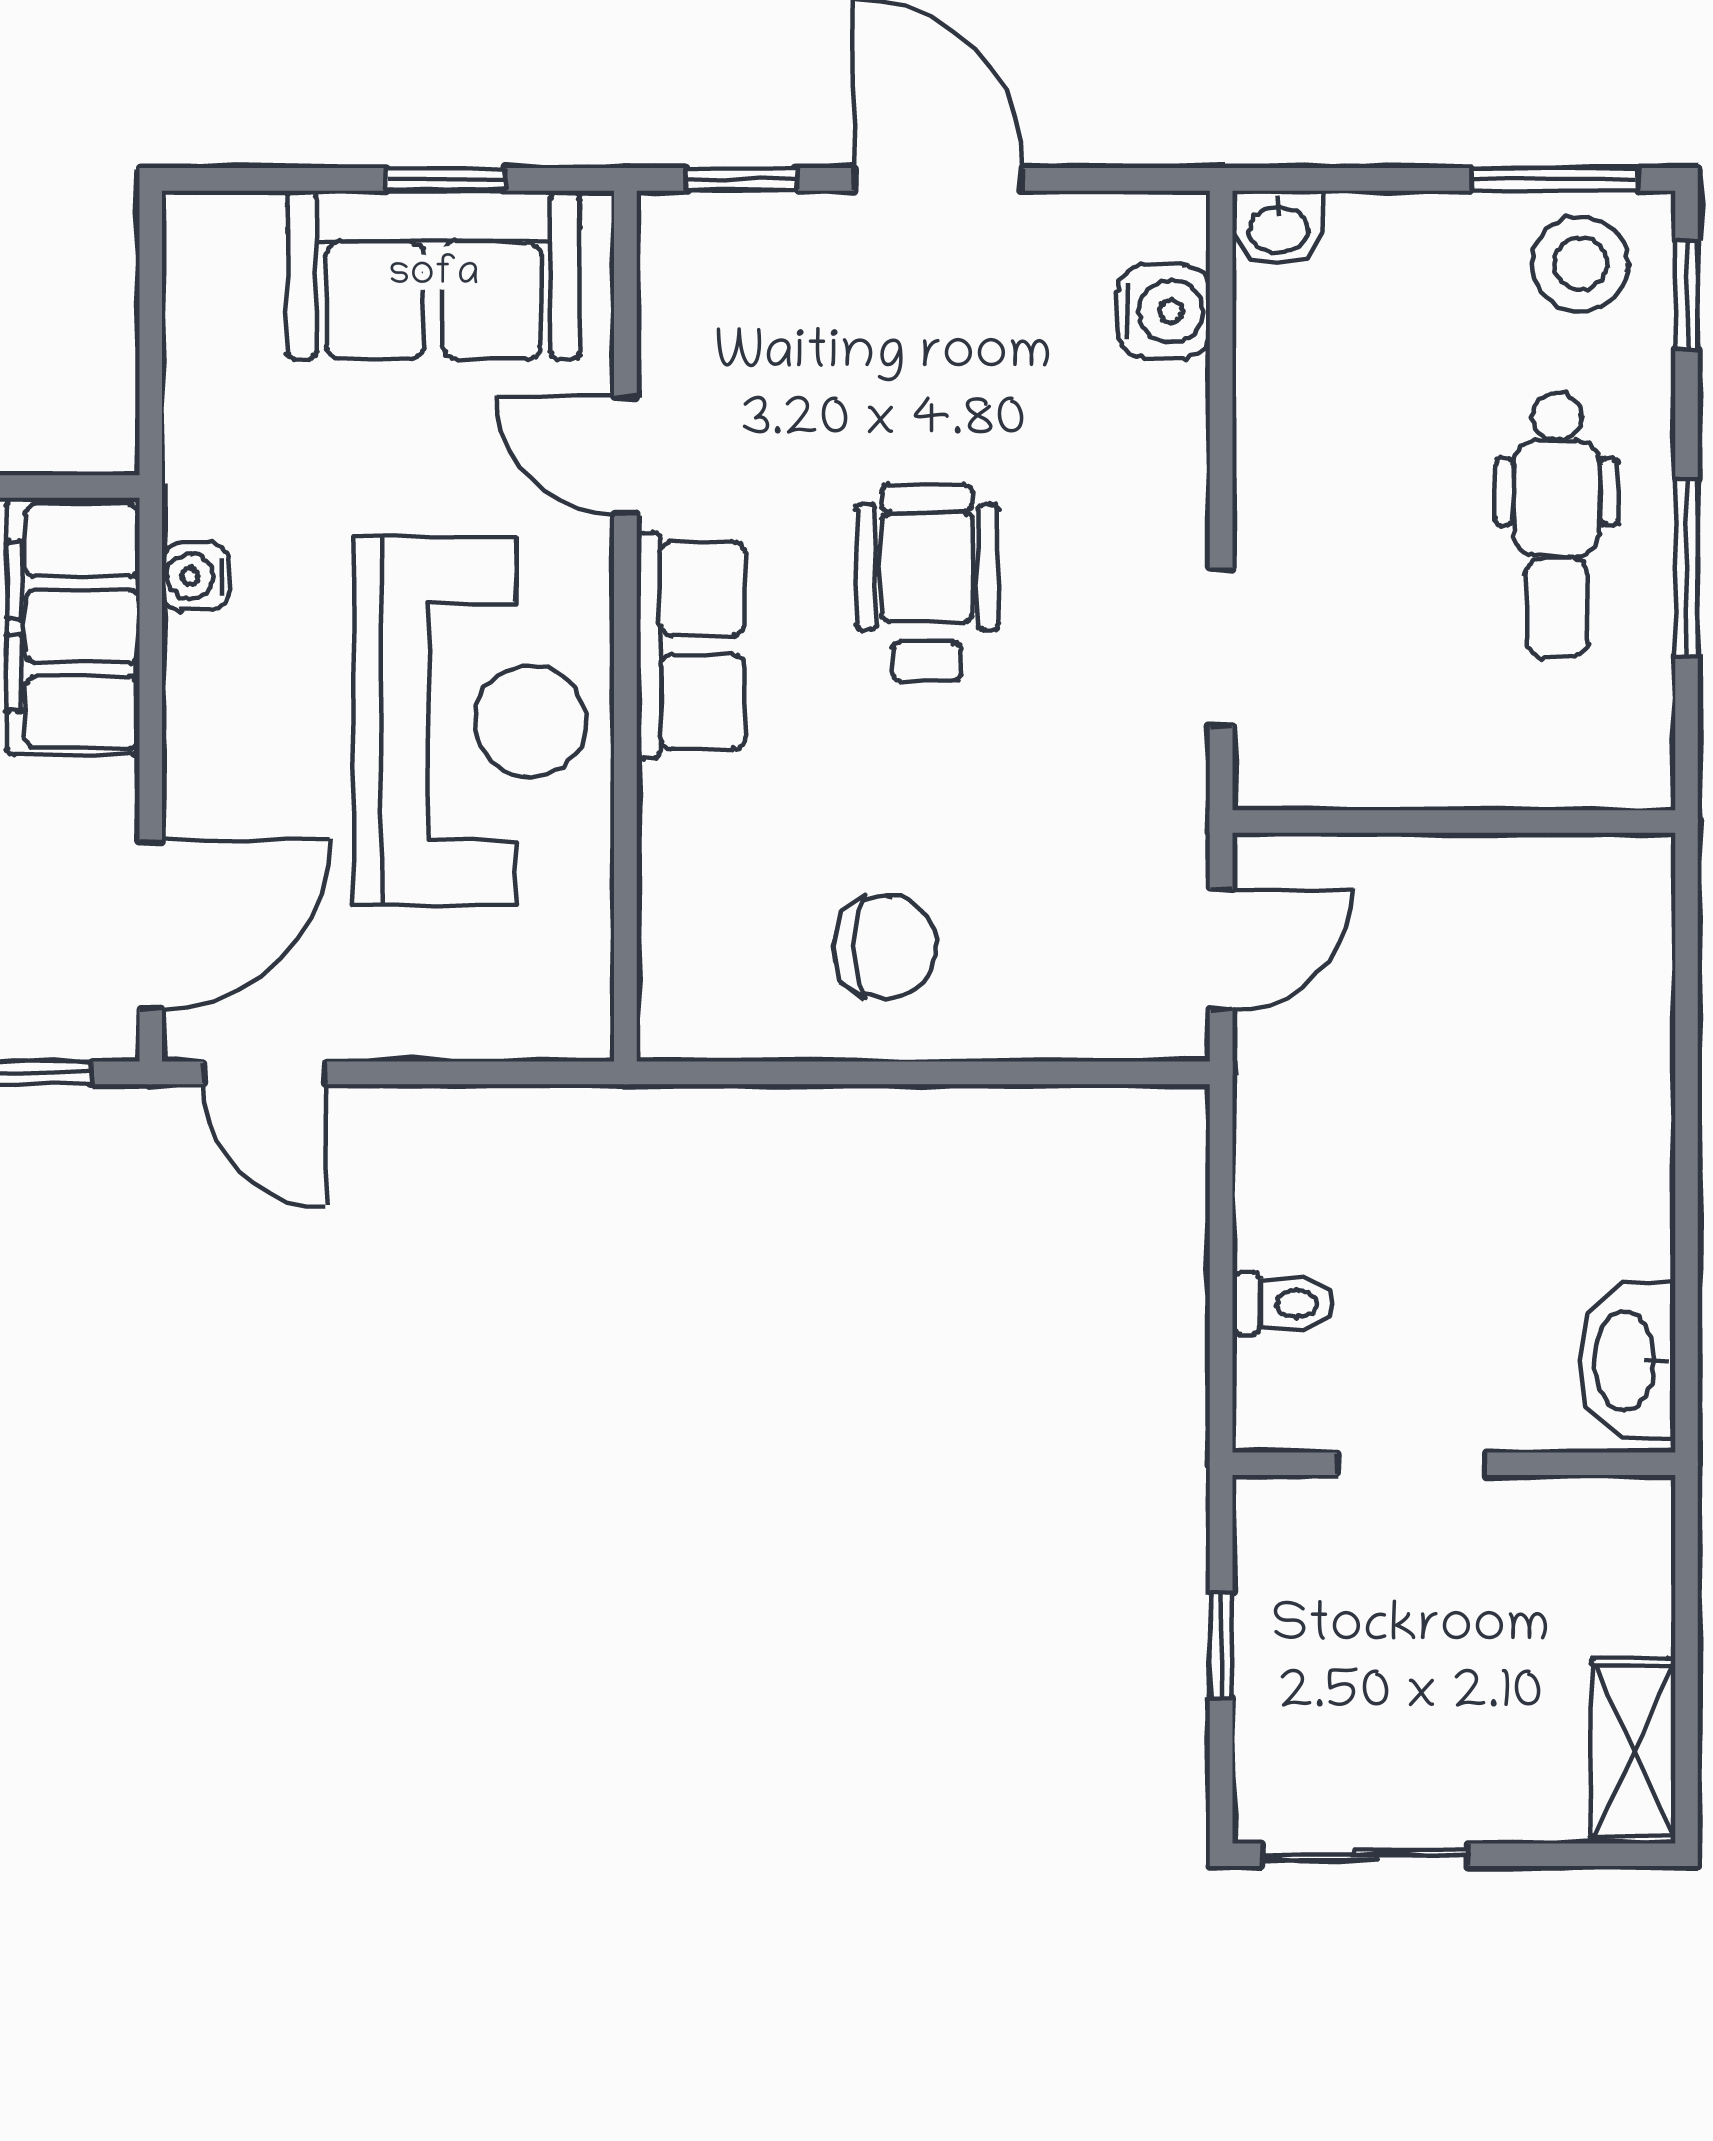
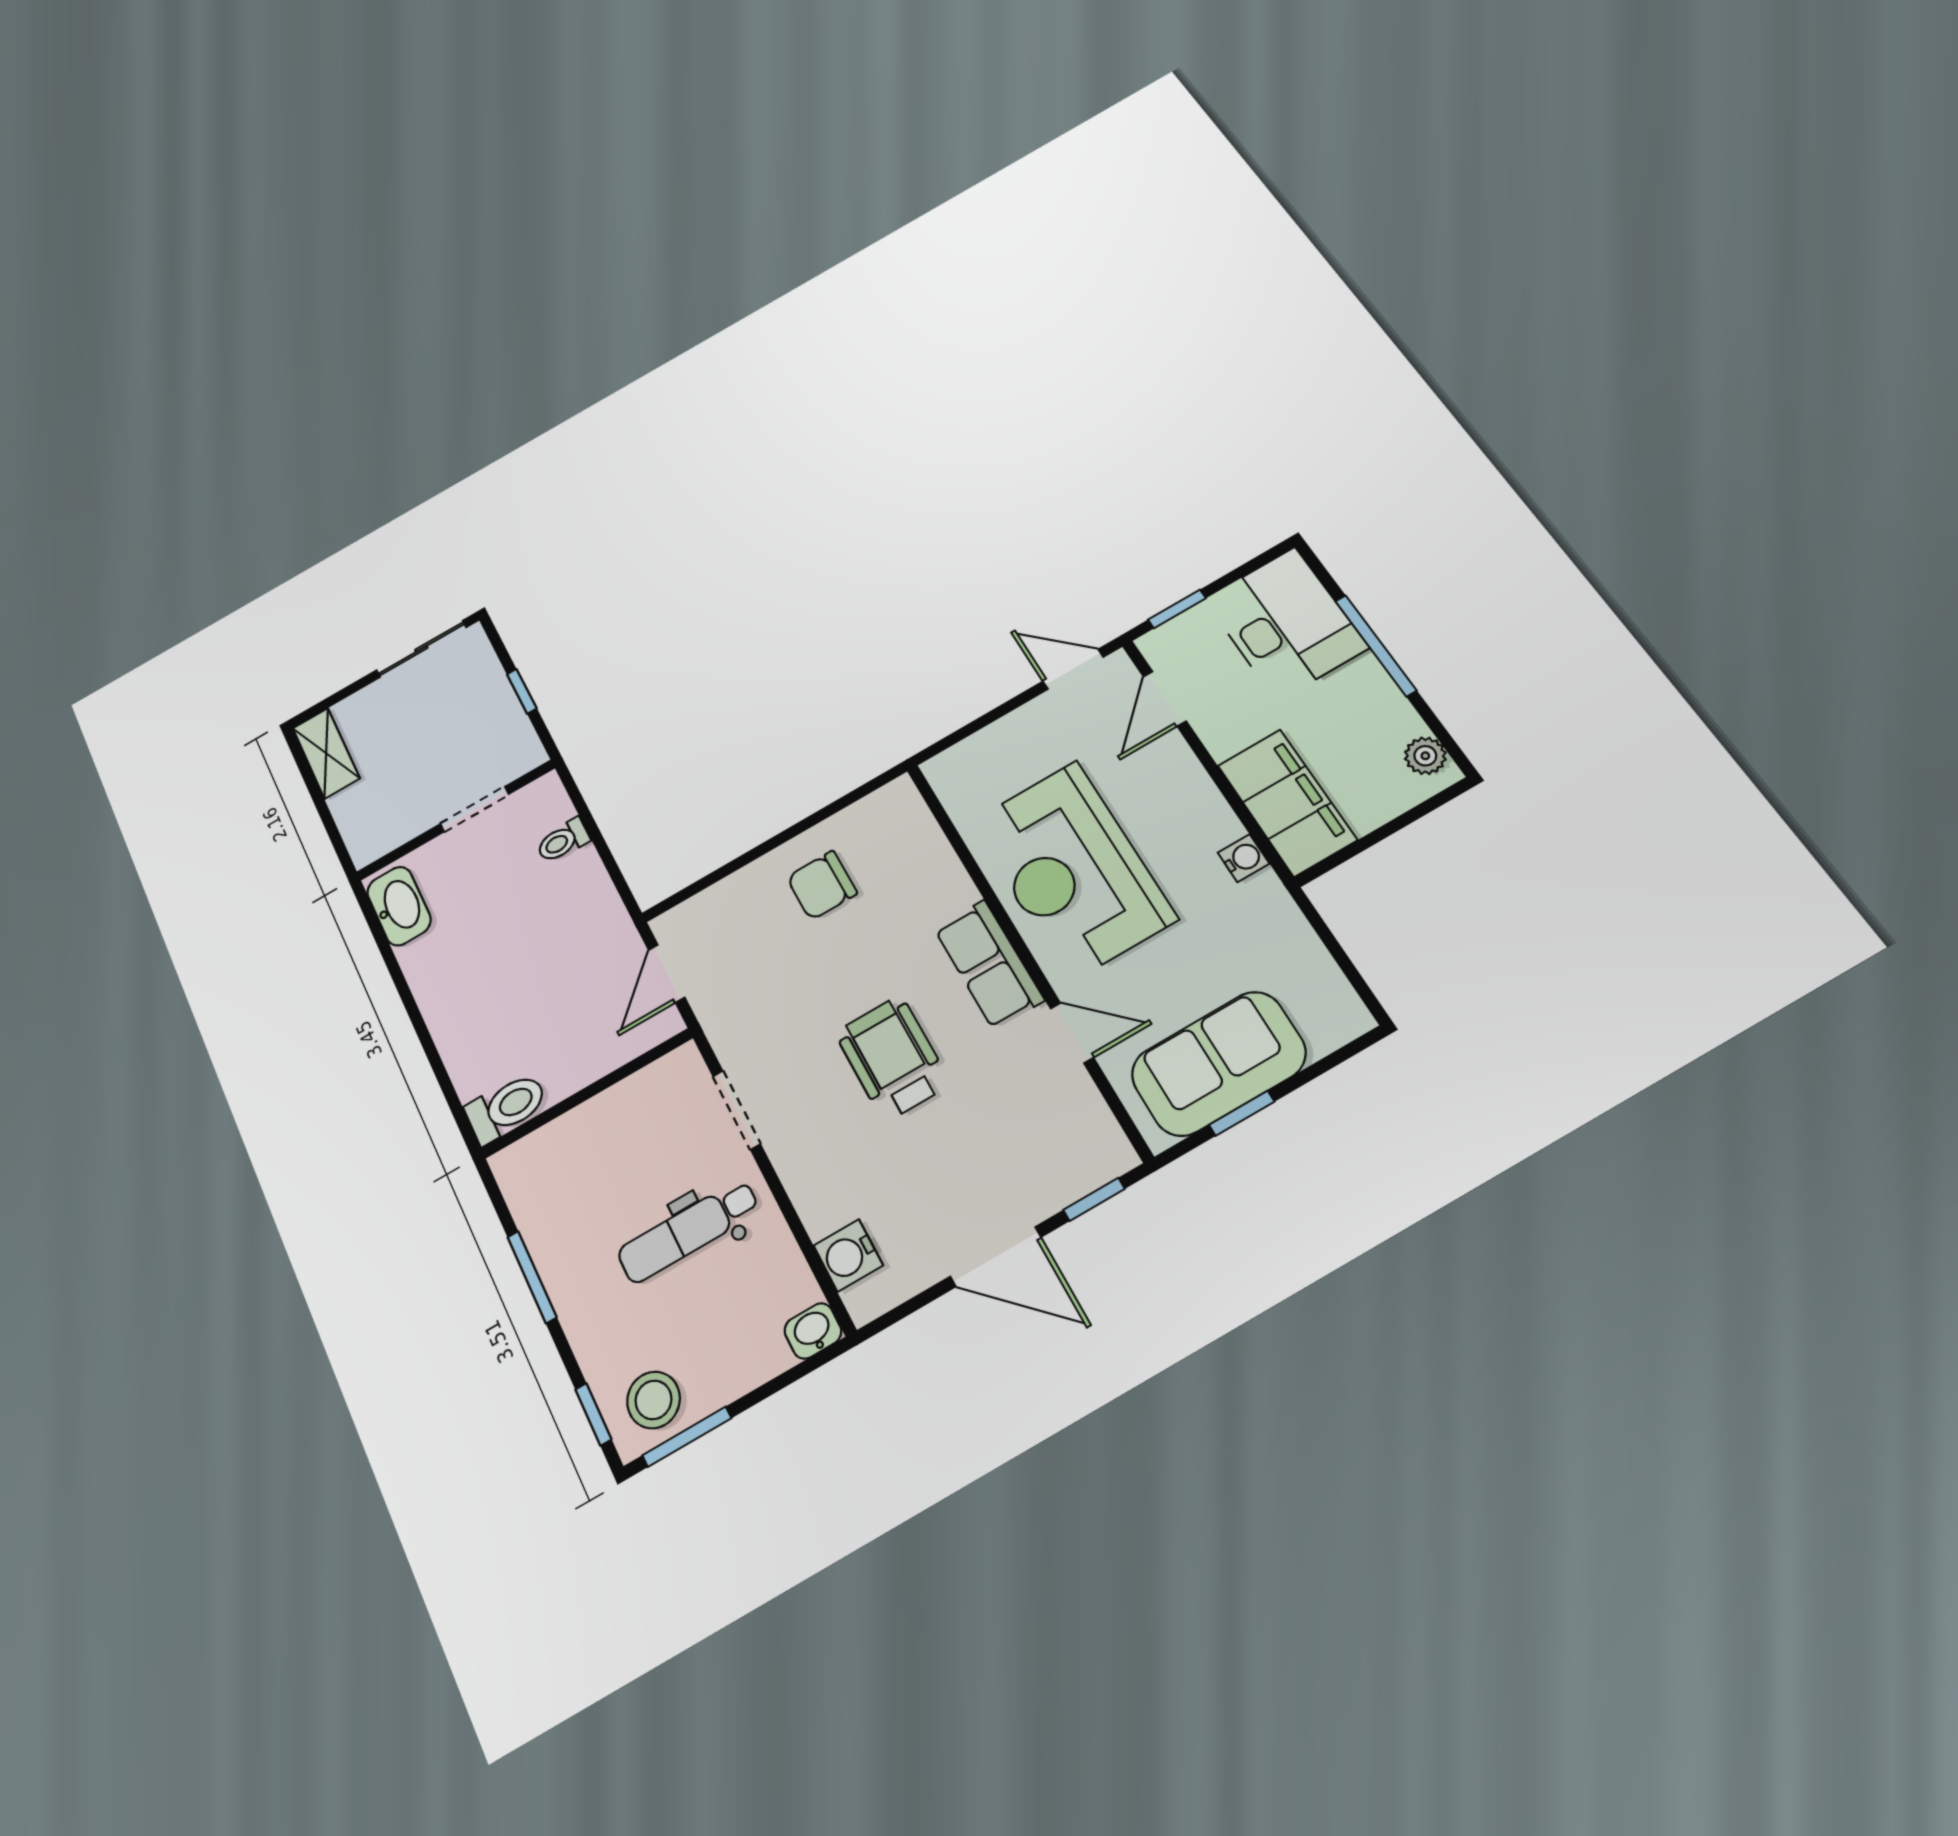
dental chair: (1557, 525) -> (688, 1231), moved, turned -90
wheelchair: (927, 583) -> (893, 1058), turned 180
toilet: (1601, 878) -> (506, 1108), added
door: (151, 925) -> (1165, 699), width x0.73

